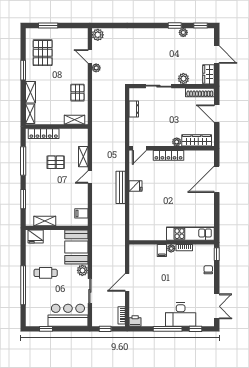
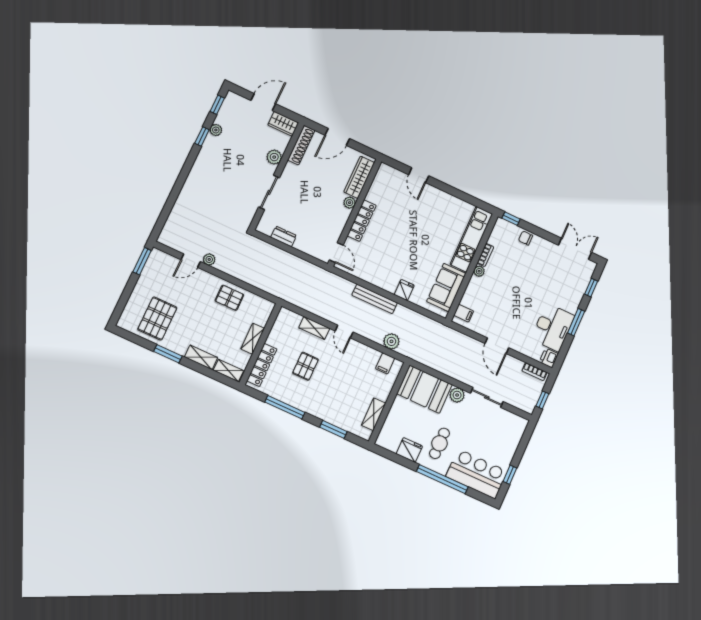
window: (48, 26) -> (142, 261), moved
plant: (98, 35) -> (391, 341), moved
pallet: (43, 53) -> (157, 318), turned 90
shelving: (74, 120) -> (253, 339), moved
door: (217, 179) -> (419, 175), width x0.53
fridge: (136, 186) -> (404, 290), moved
sofa: (150, 231) -> (446, 287), added
fridge: (36, 237) -> (409, 450), moved, turned -90
filing cabinet: (162, 251) -> (464, 313), moved
bar counter: (68, 315) -> (477, 474), moved, turned 90
desk: (181, 315) -> (553, 327), moved
window: (168, 329) -> (576, 322), width x0.69

